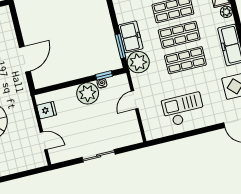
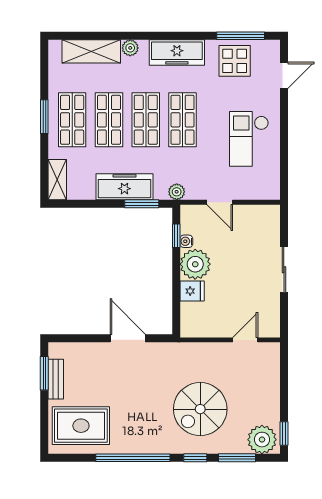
freezer: (131, 37) -> (124, 187), width x1.40
plant: (138, 62) -> (177, 192), width x0.53, depth x0.53
fridge: (47, 110) -> (192, 291), moved, turned 90

